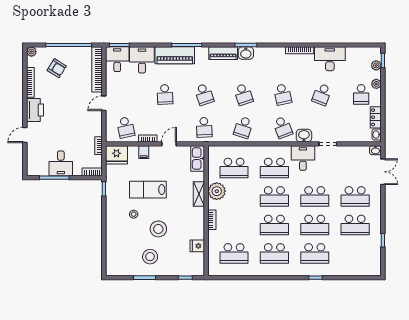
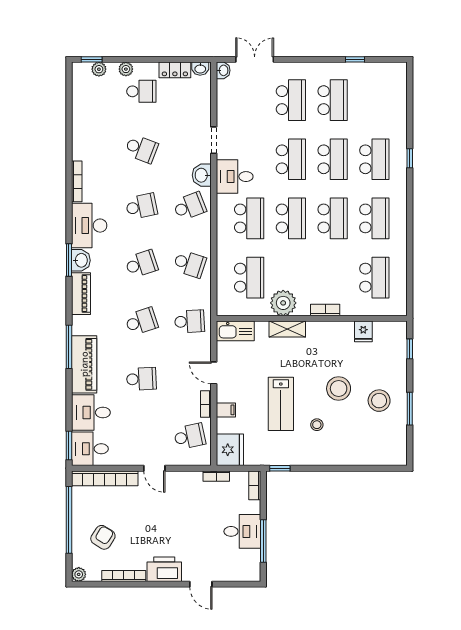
desk: (330, 59) -> (89, 226), moved

